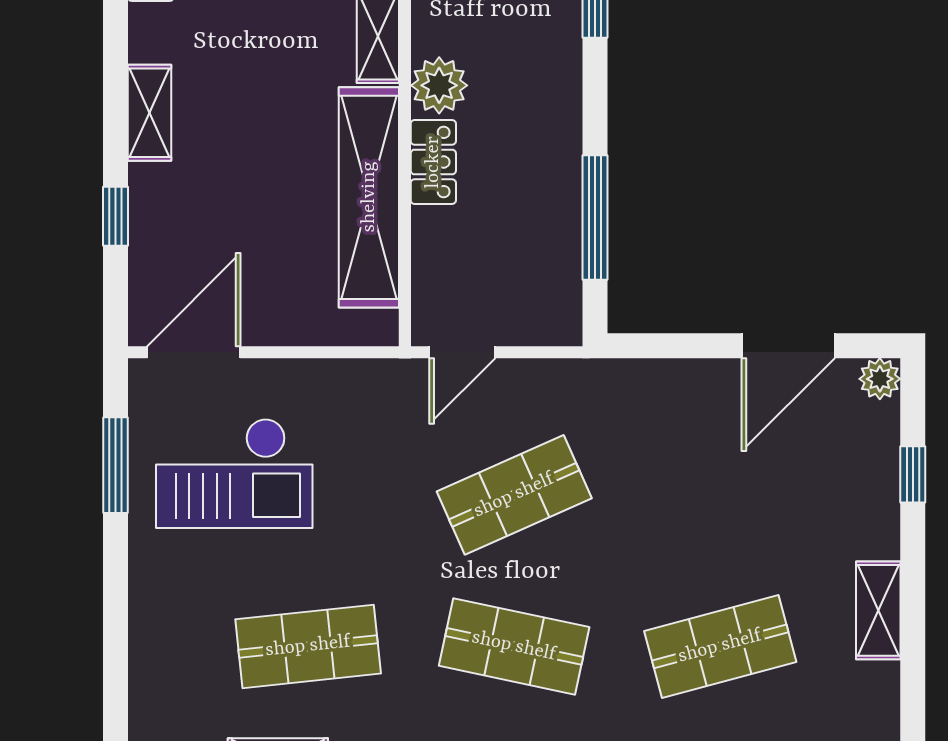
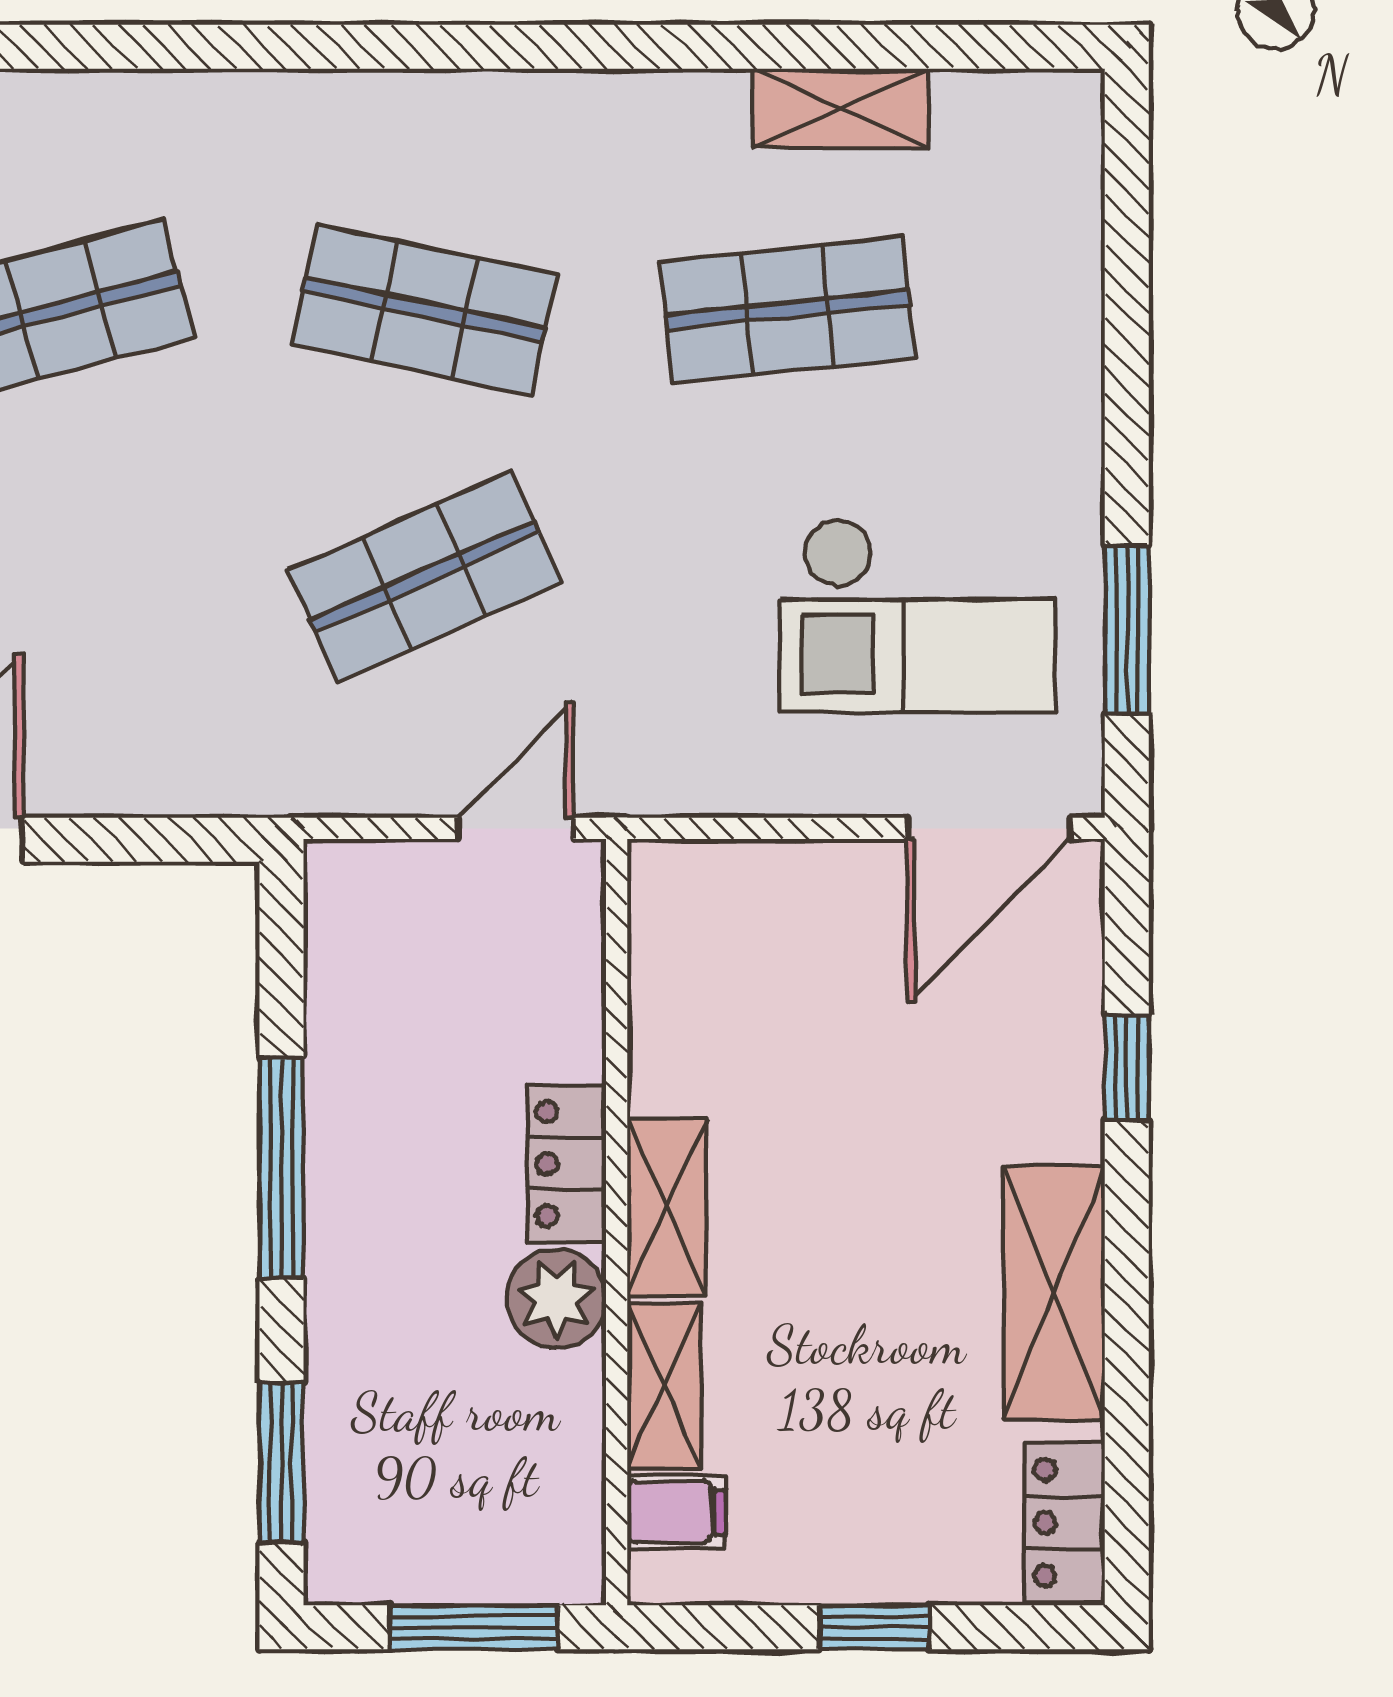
shelving: (150, 113) -> (1054, 1293), width x1.50, depth x1.33
shelving: (369, 197) -> (667, 1207), width x0.45, depth x0.75
window: (595, 217) -> (281, 1168), moved
checkout: (234, 473) -> (918, 615), turned 180

